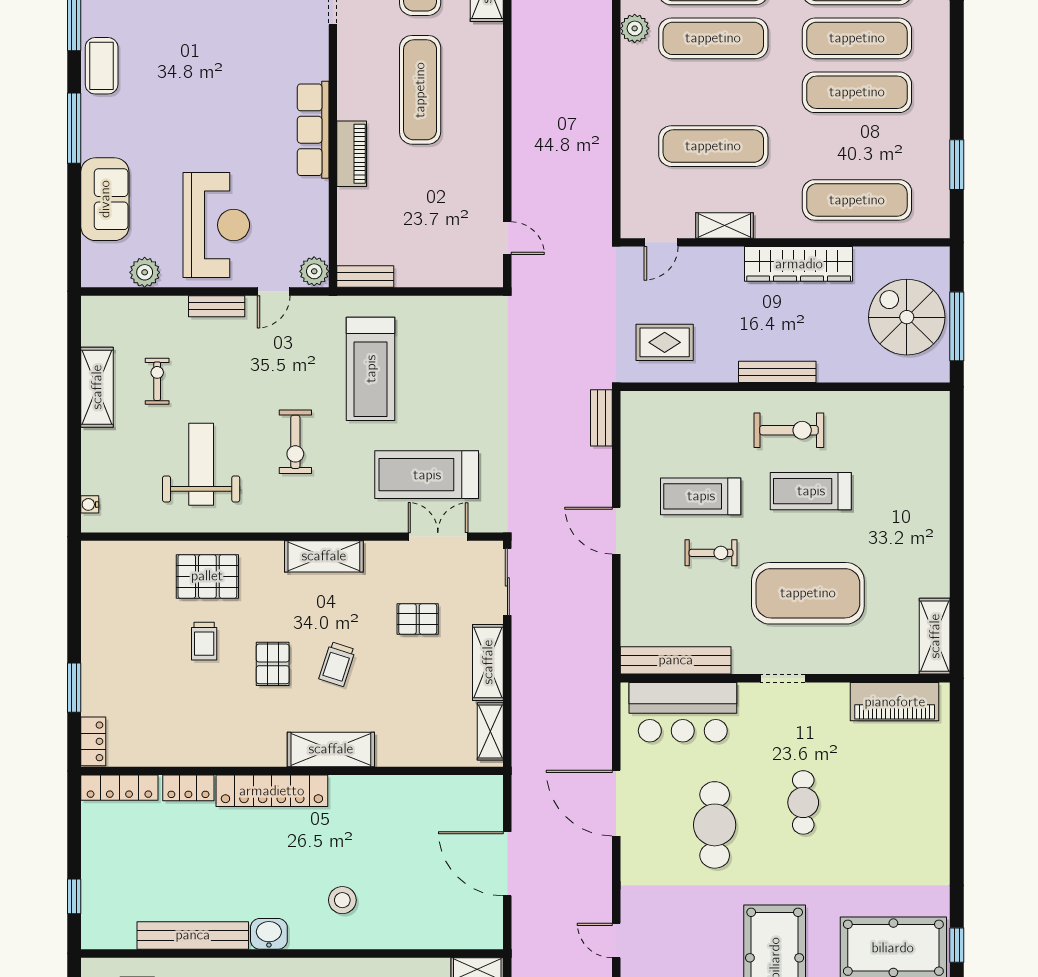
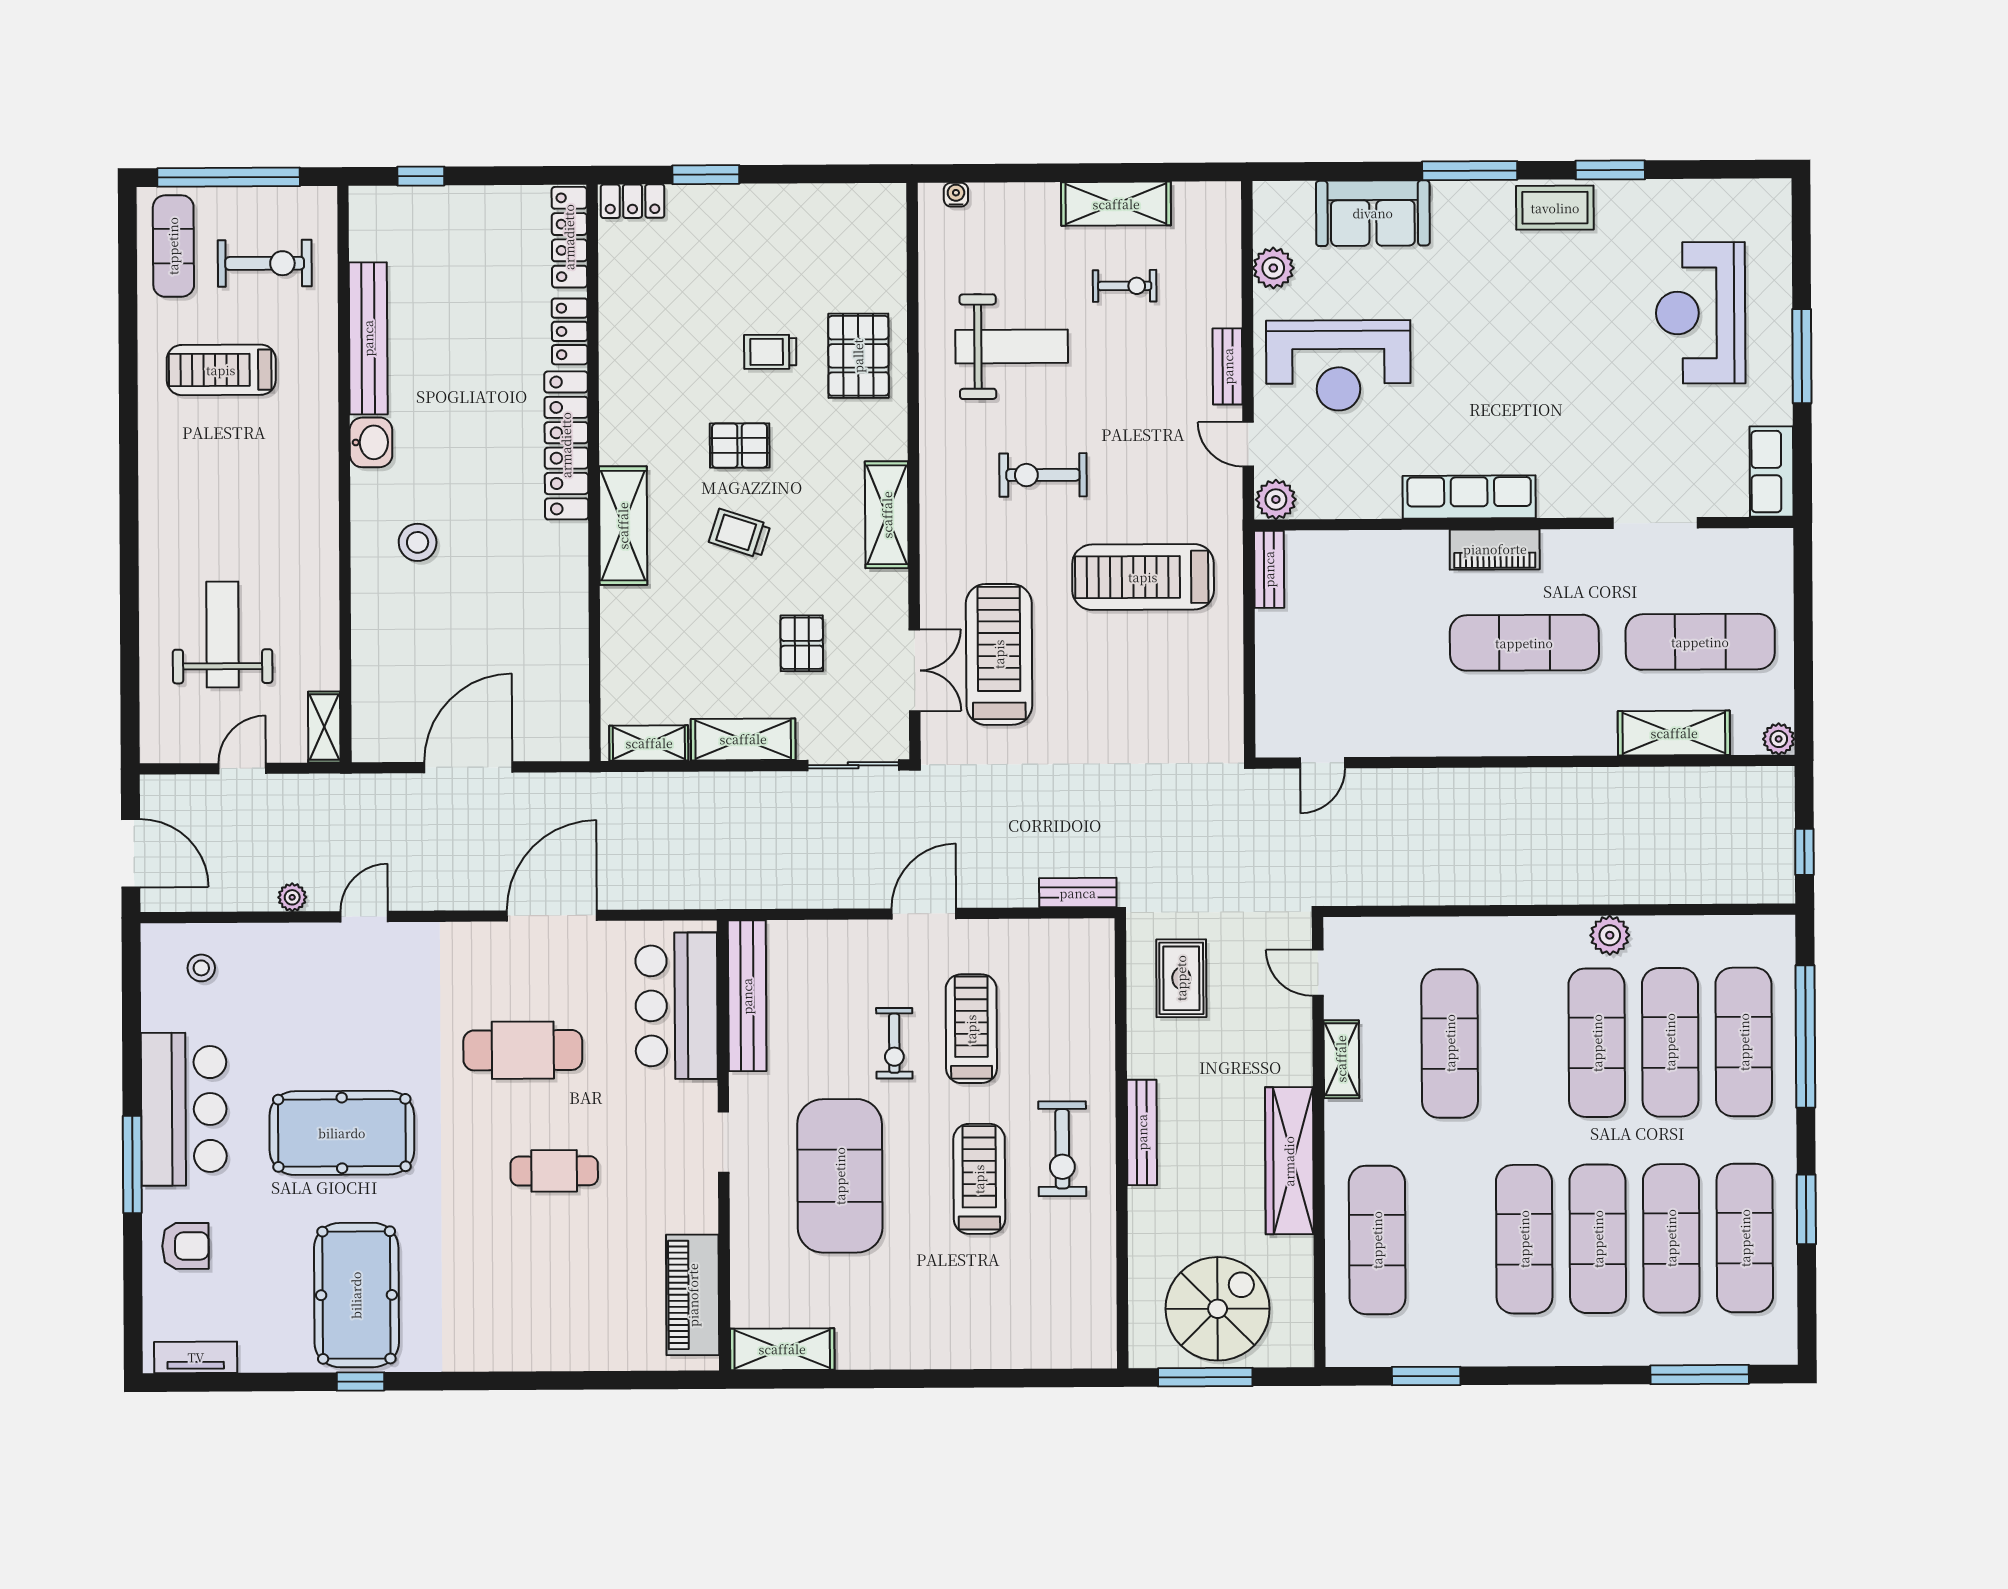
piano: (352, 154) -> (1495, 549), moved

